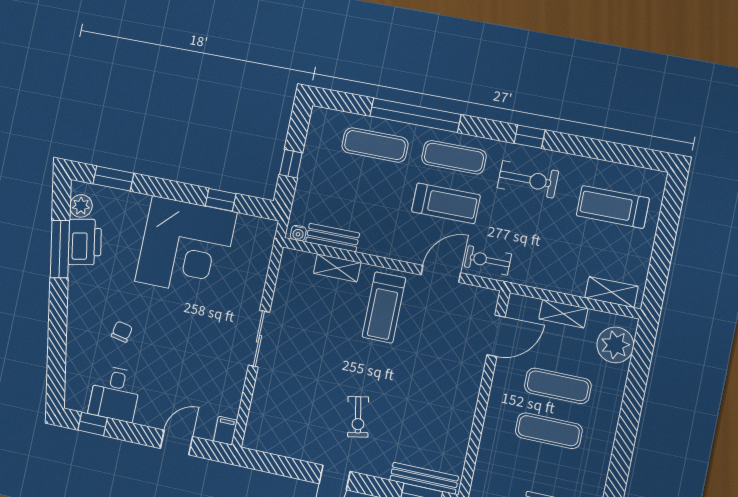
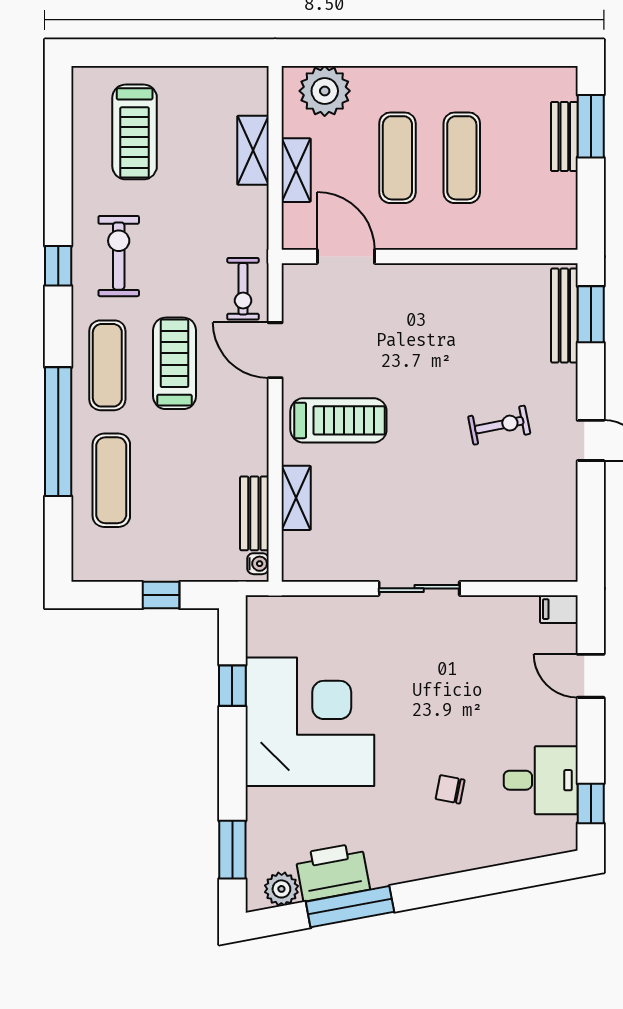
shelving: (611, 292) -> (253, 150), moved

